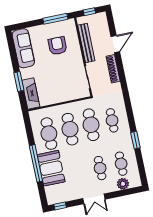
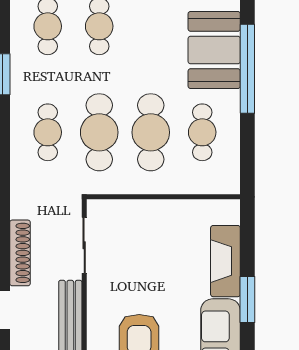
window: (19, 81) -> (247, 299), moved
fireplace: (31, 94) -> (225, 261), moved
cafe table: (49, 134) -> (202, 132), width x0.73, depth x0.74

